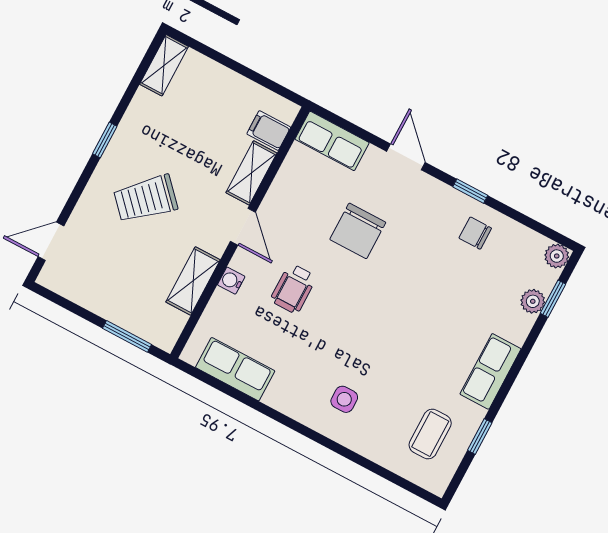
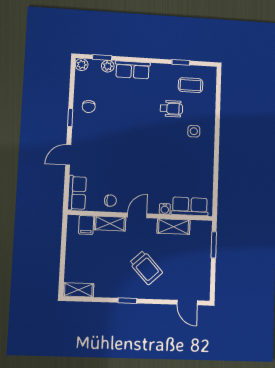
chair: (358, 231) -> (110, 201), moved, width x0.54, depth x0.54
wheelchair: (293, 289) -> (171, 109), moved
row of seats: (235, 369) -> (190, 206), moved, turned 90
row of seats: (491, 371) -> (133, 70), moved

